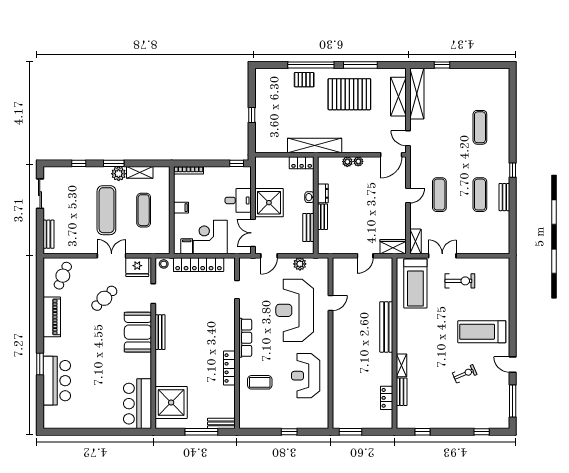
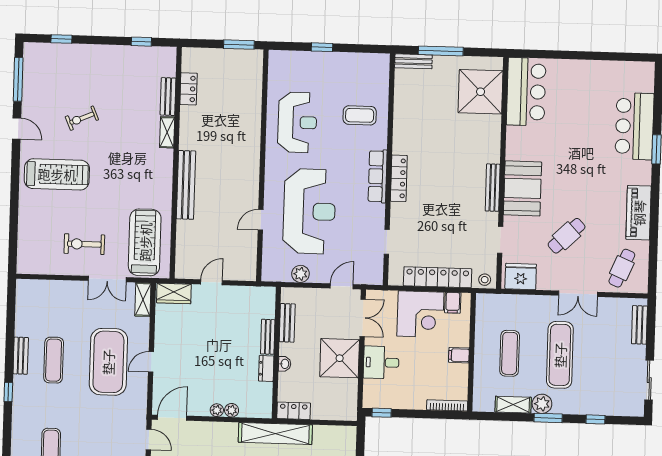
exercise mat: (439, 195) -> (108, 362), width x2.00, depth x1.45
double door: (112, 256) -> (578, 294), moved
locker: (229, 368) -> (399, 178), moved

